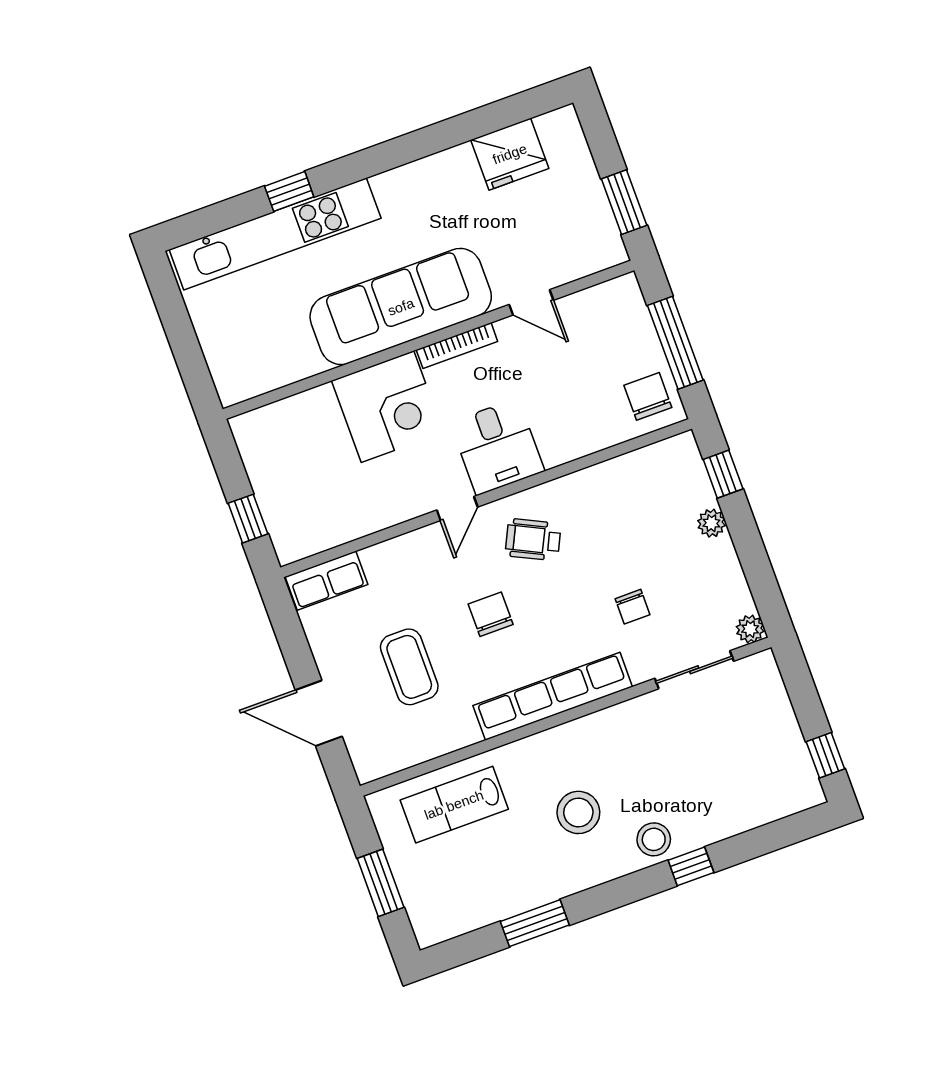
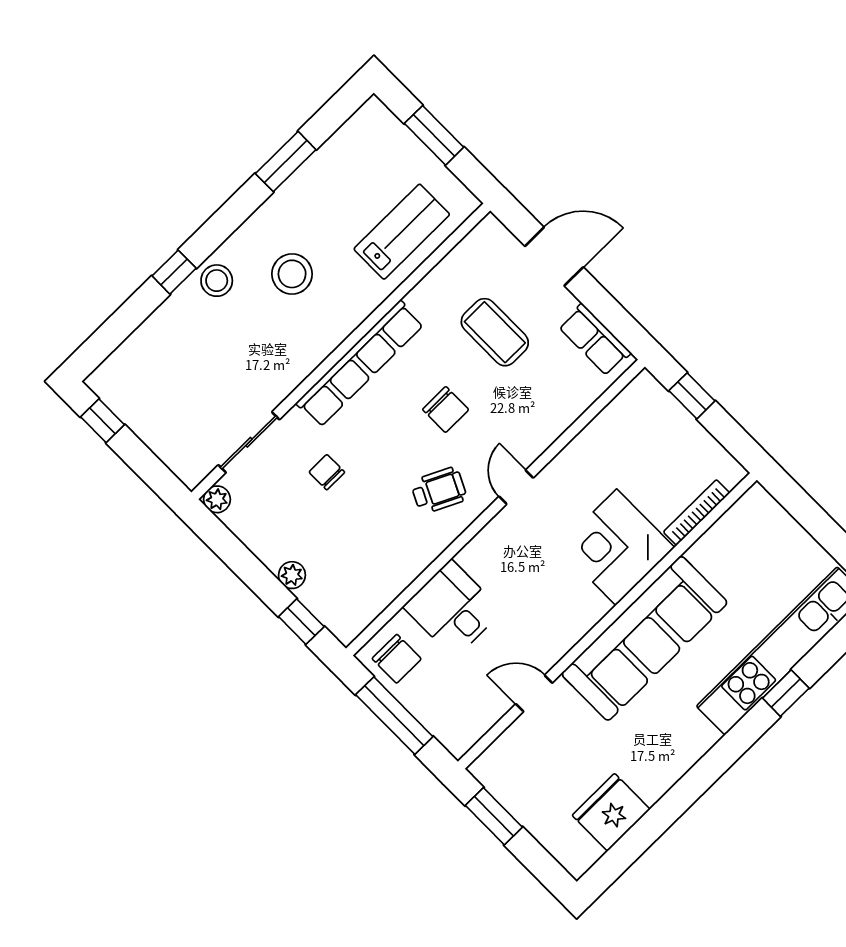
bookcase: (457, 346) -> (696, 512), moved
desk: (497, 447) -> (453, 609), moved
row of seats: (327, 581) -> (595, 340), moved, turned -90

